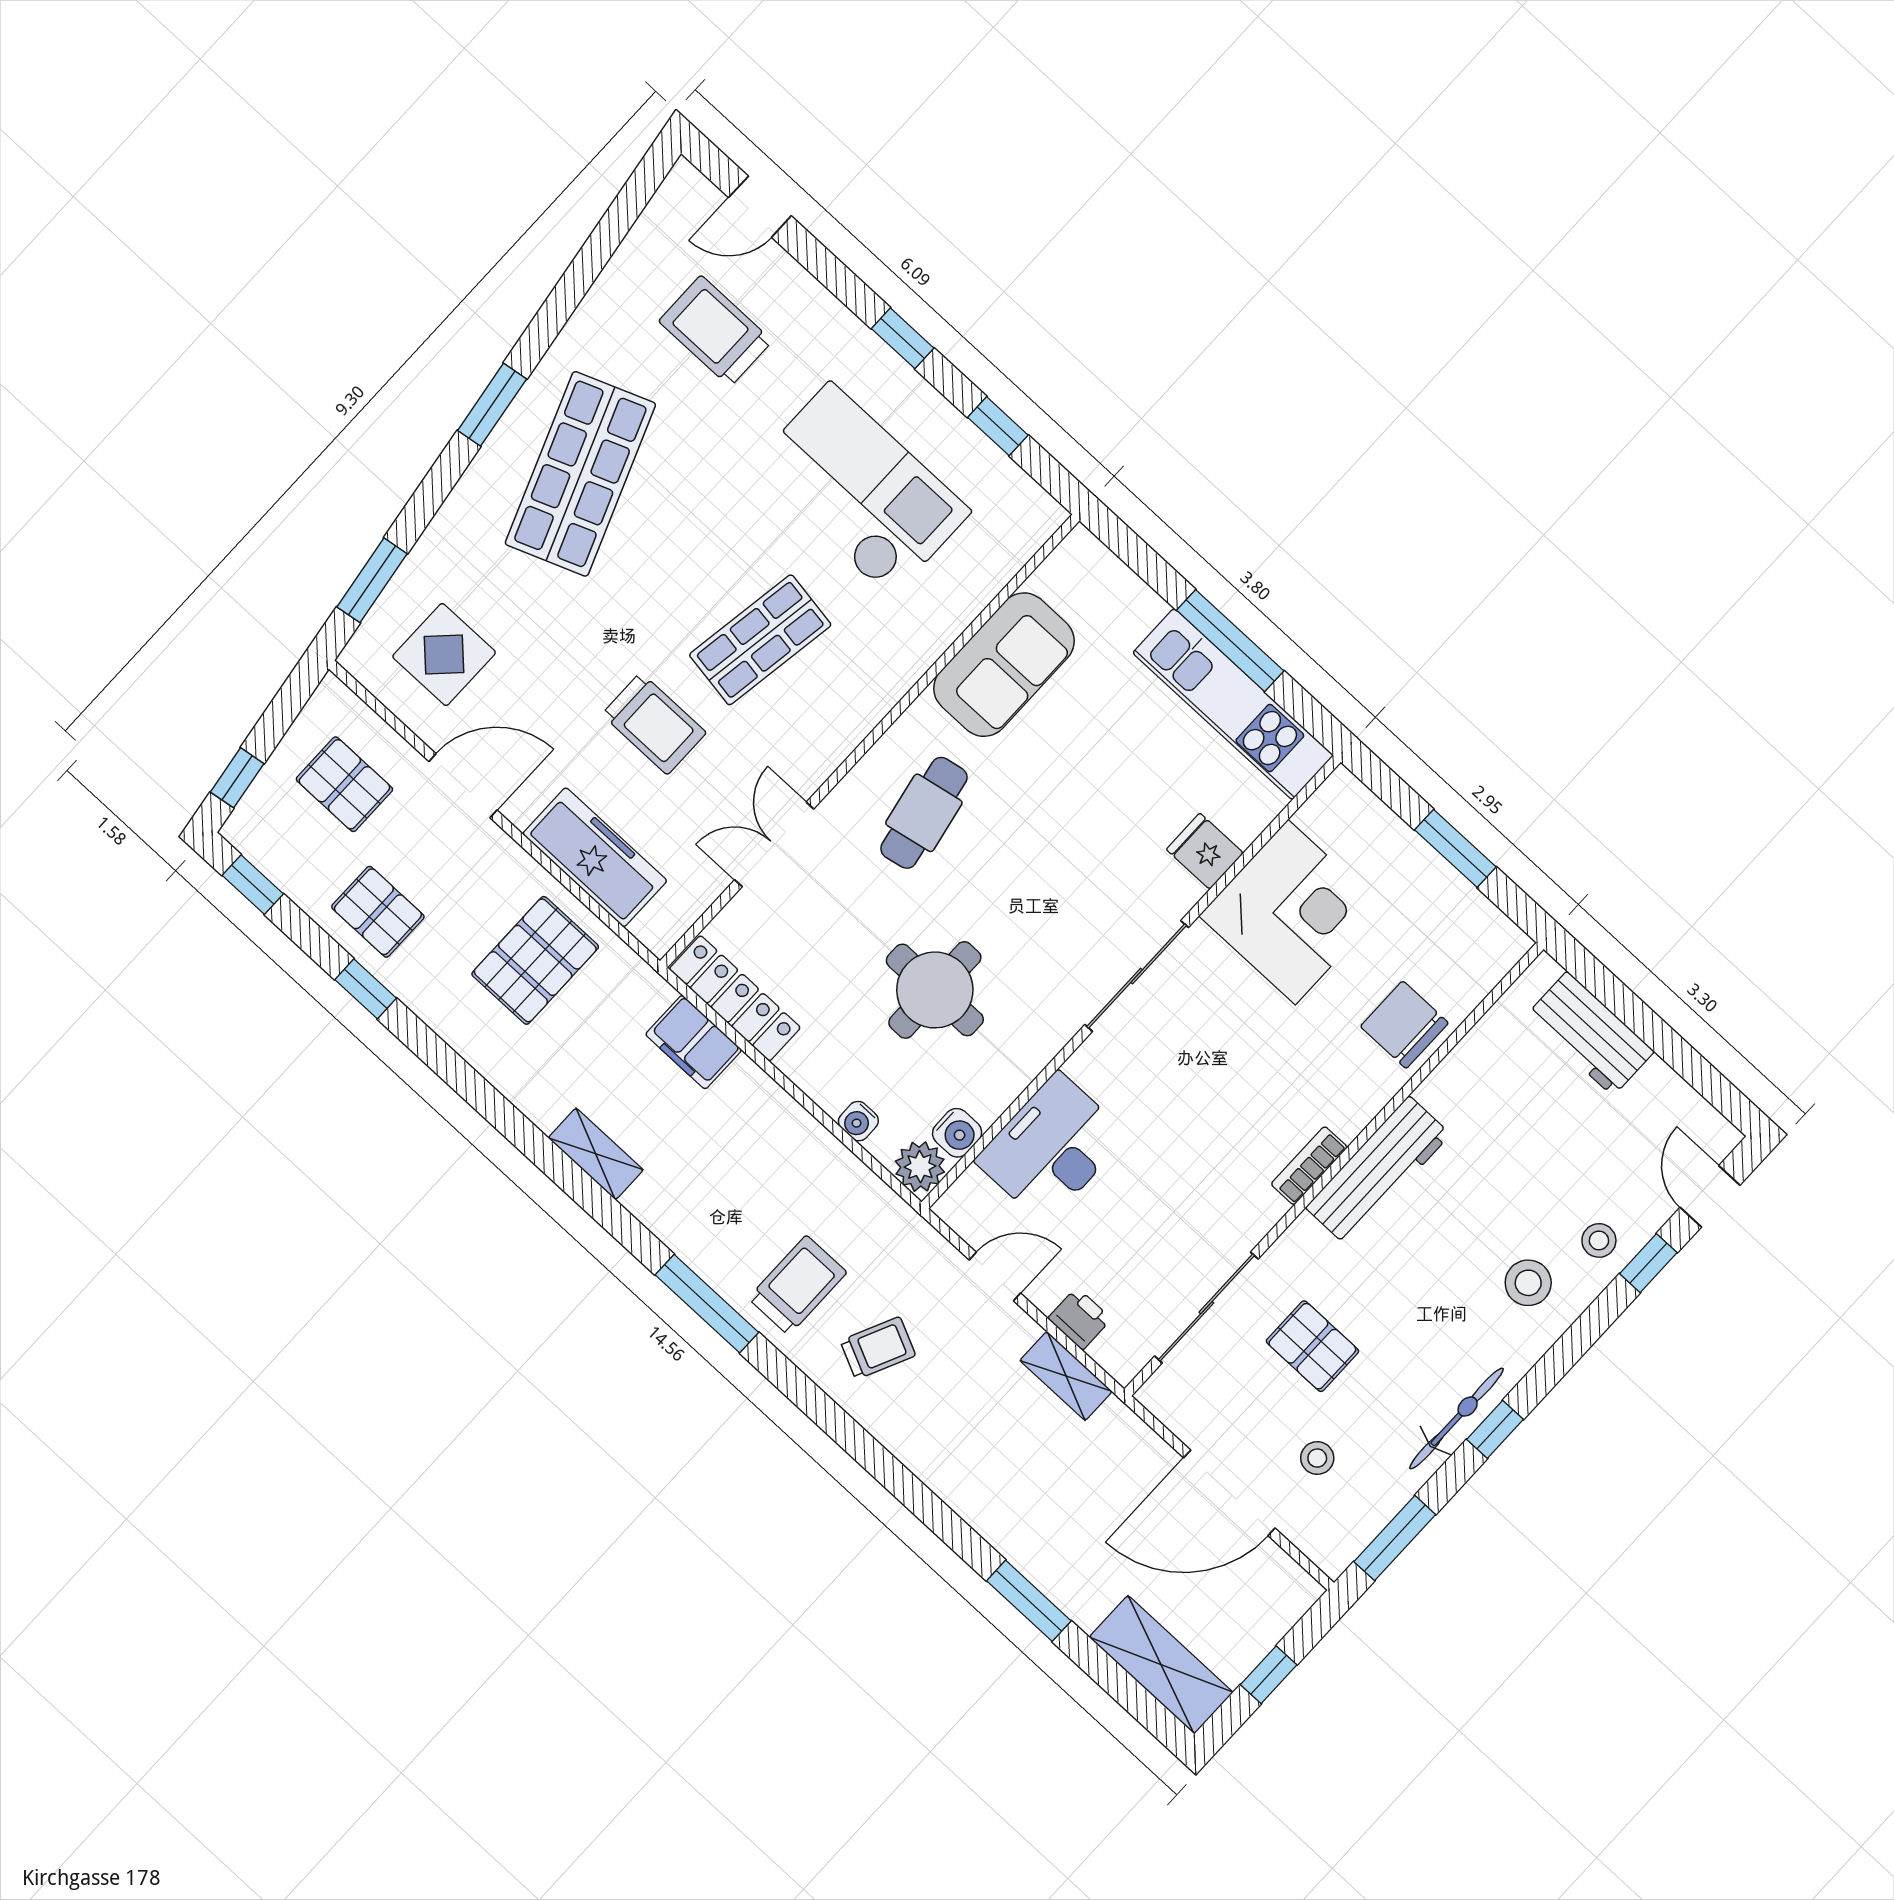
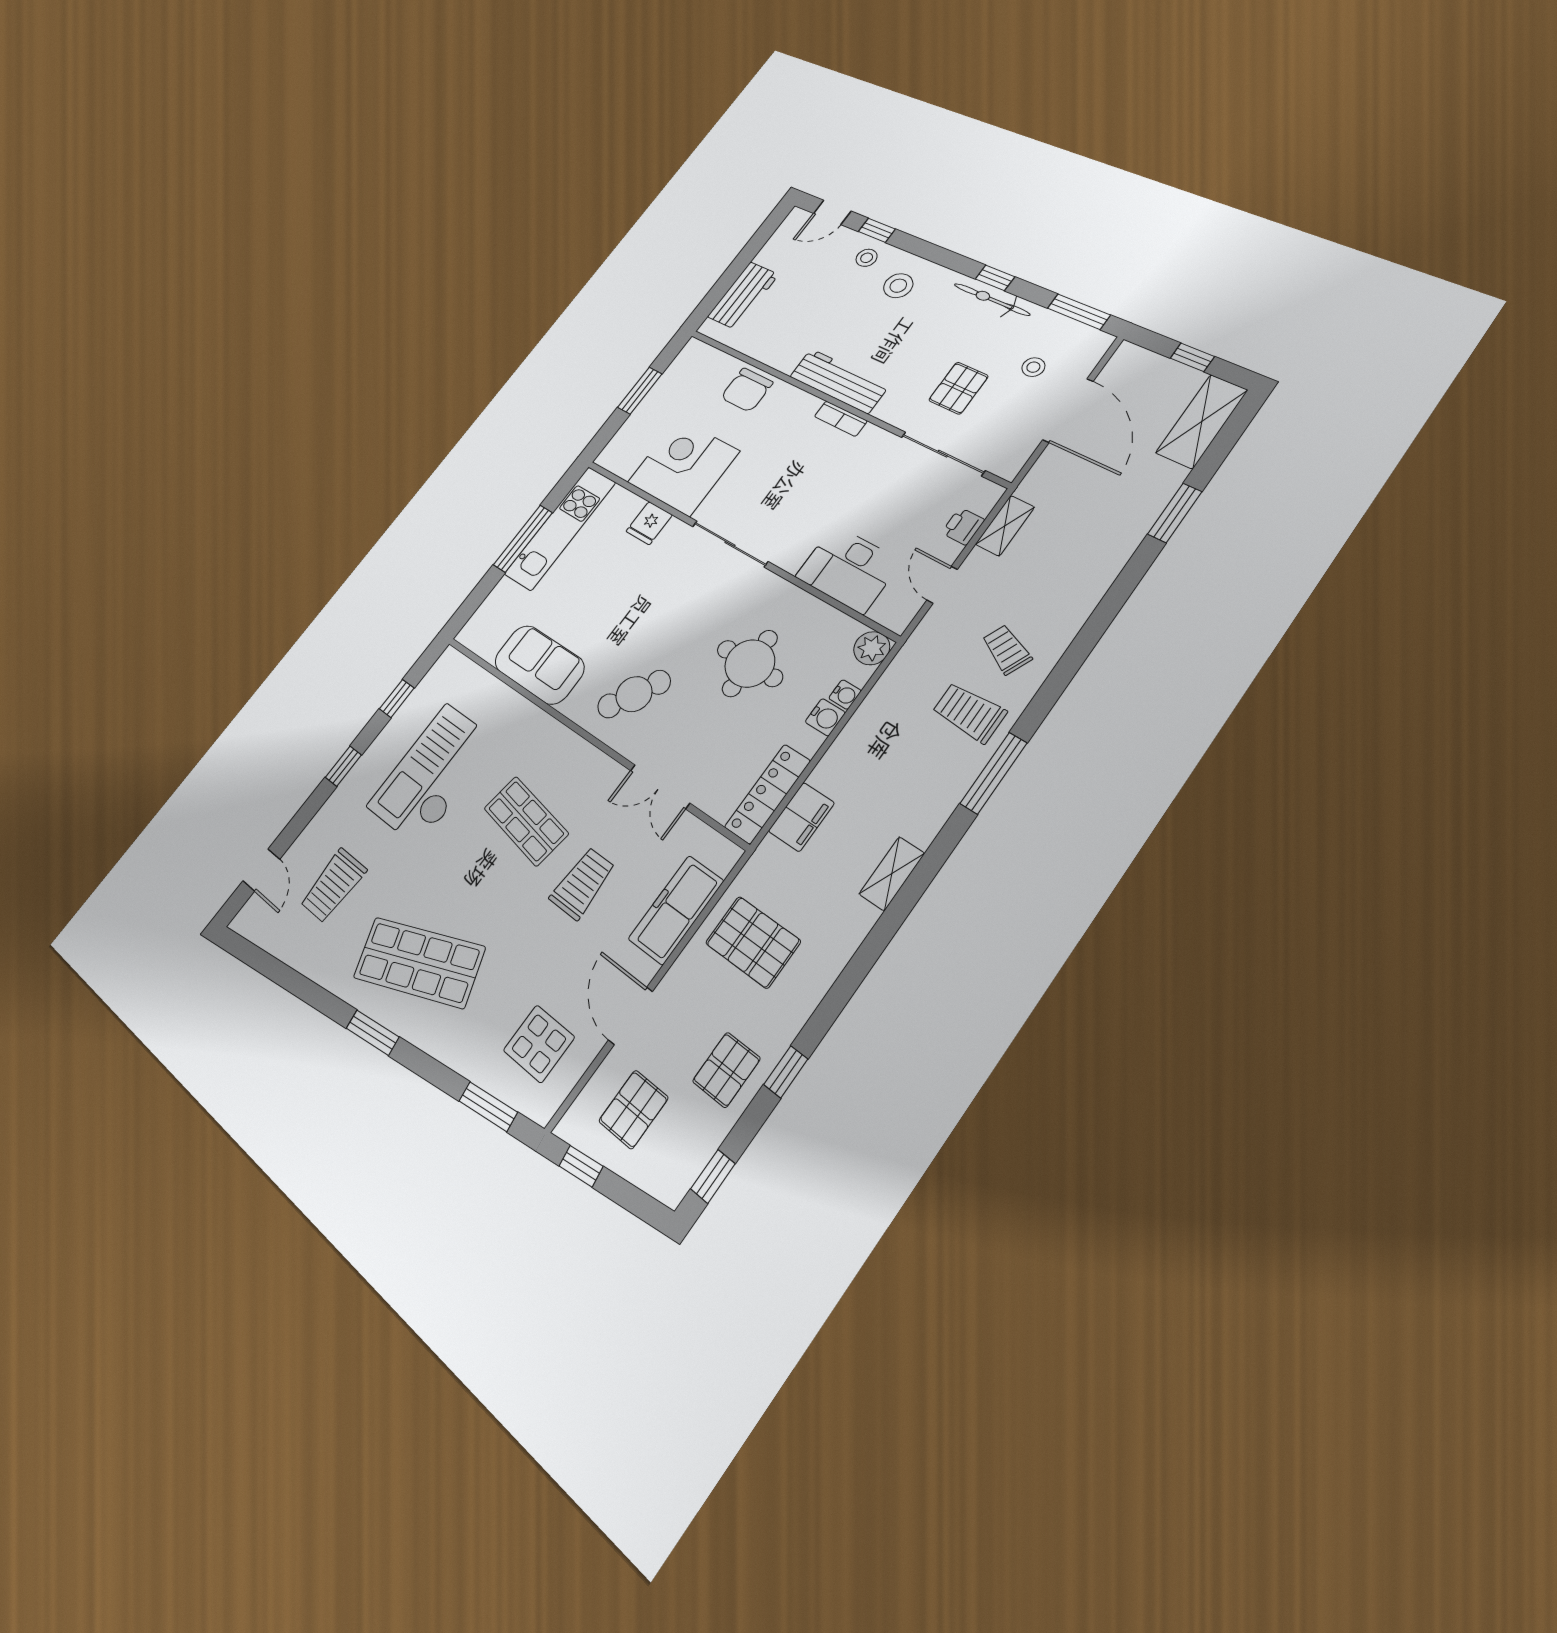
window: (237, 778) -> (581, 1166), moved
cafe table: (924, 813) -> (634, 694), turned -47
water cooler: (957, 1133) -> (825, 717), moved, turned 90

